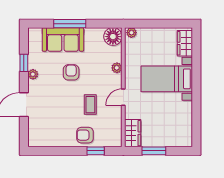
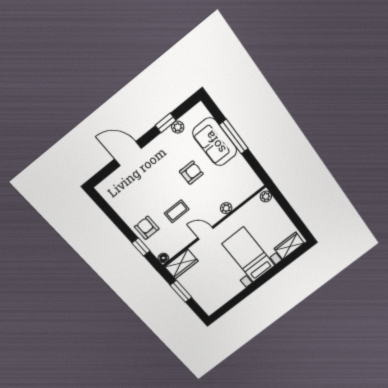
floor lamp: (113, 37) -> (163, 258), moved, width x0.53, depth x0.53
plant: (33, 74) -> (178, 127), moved

